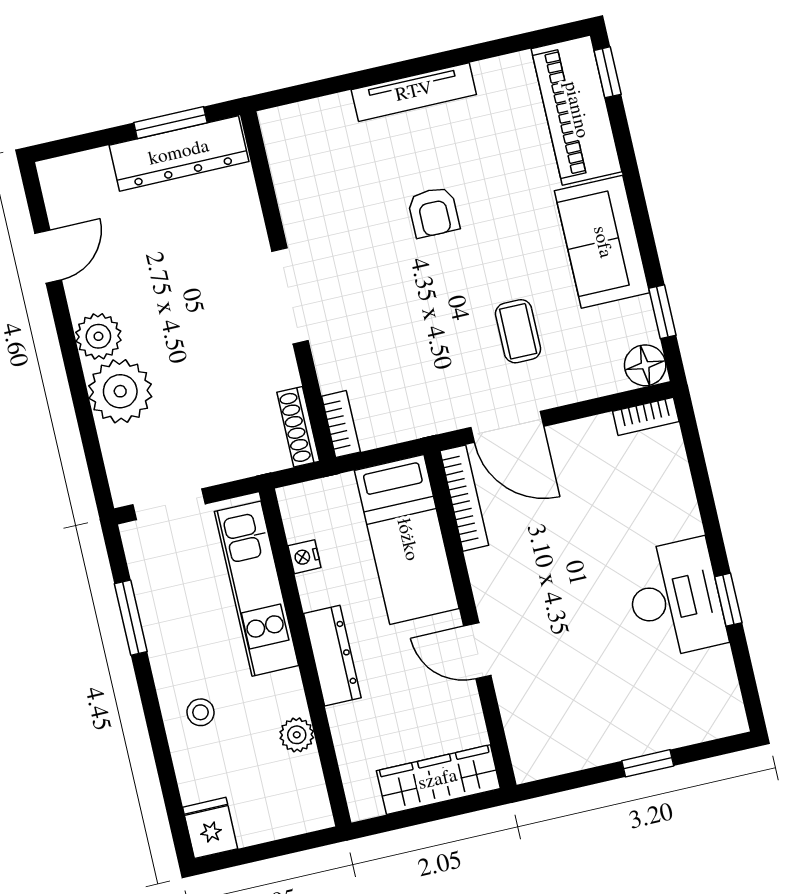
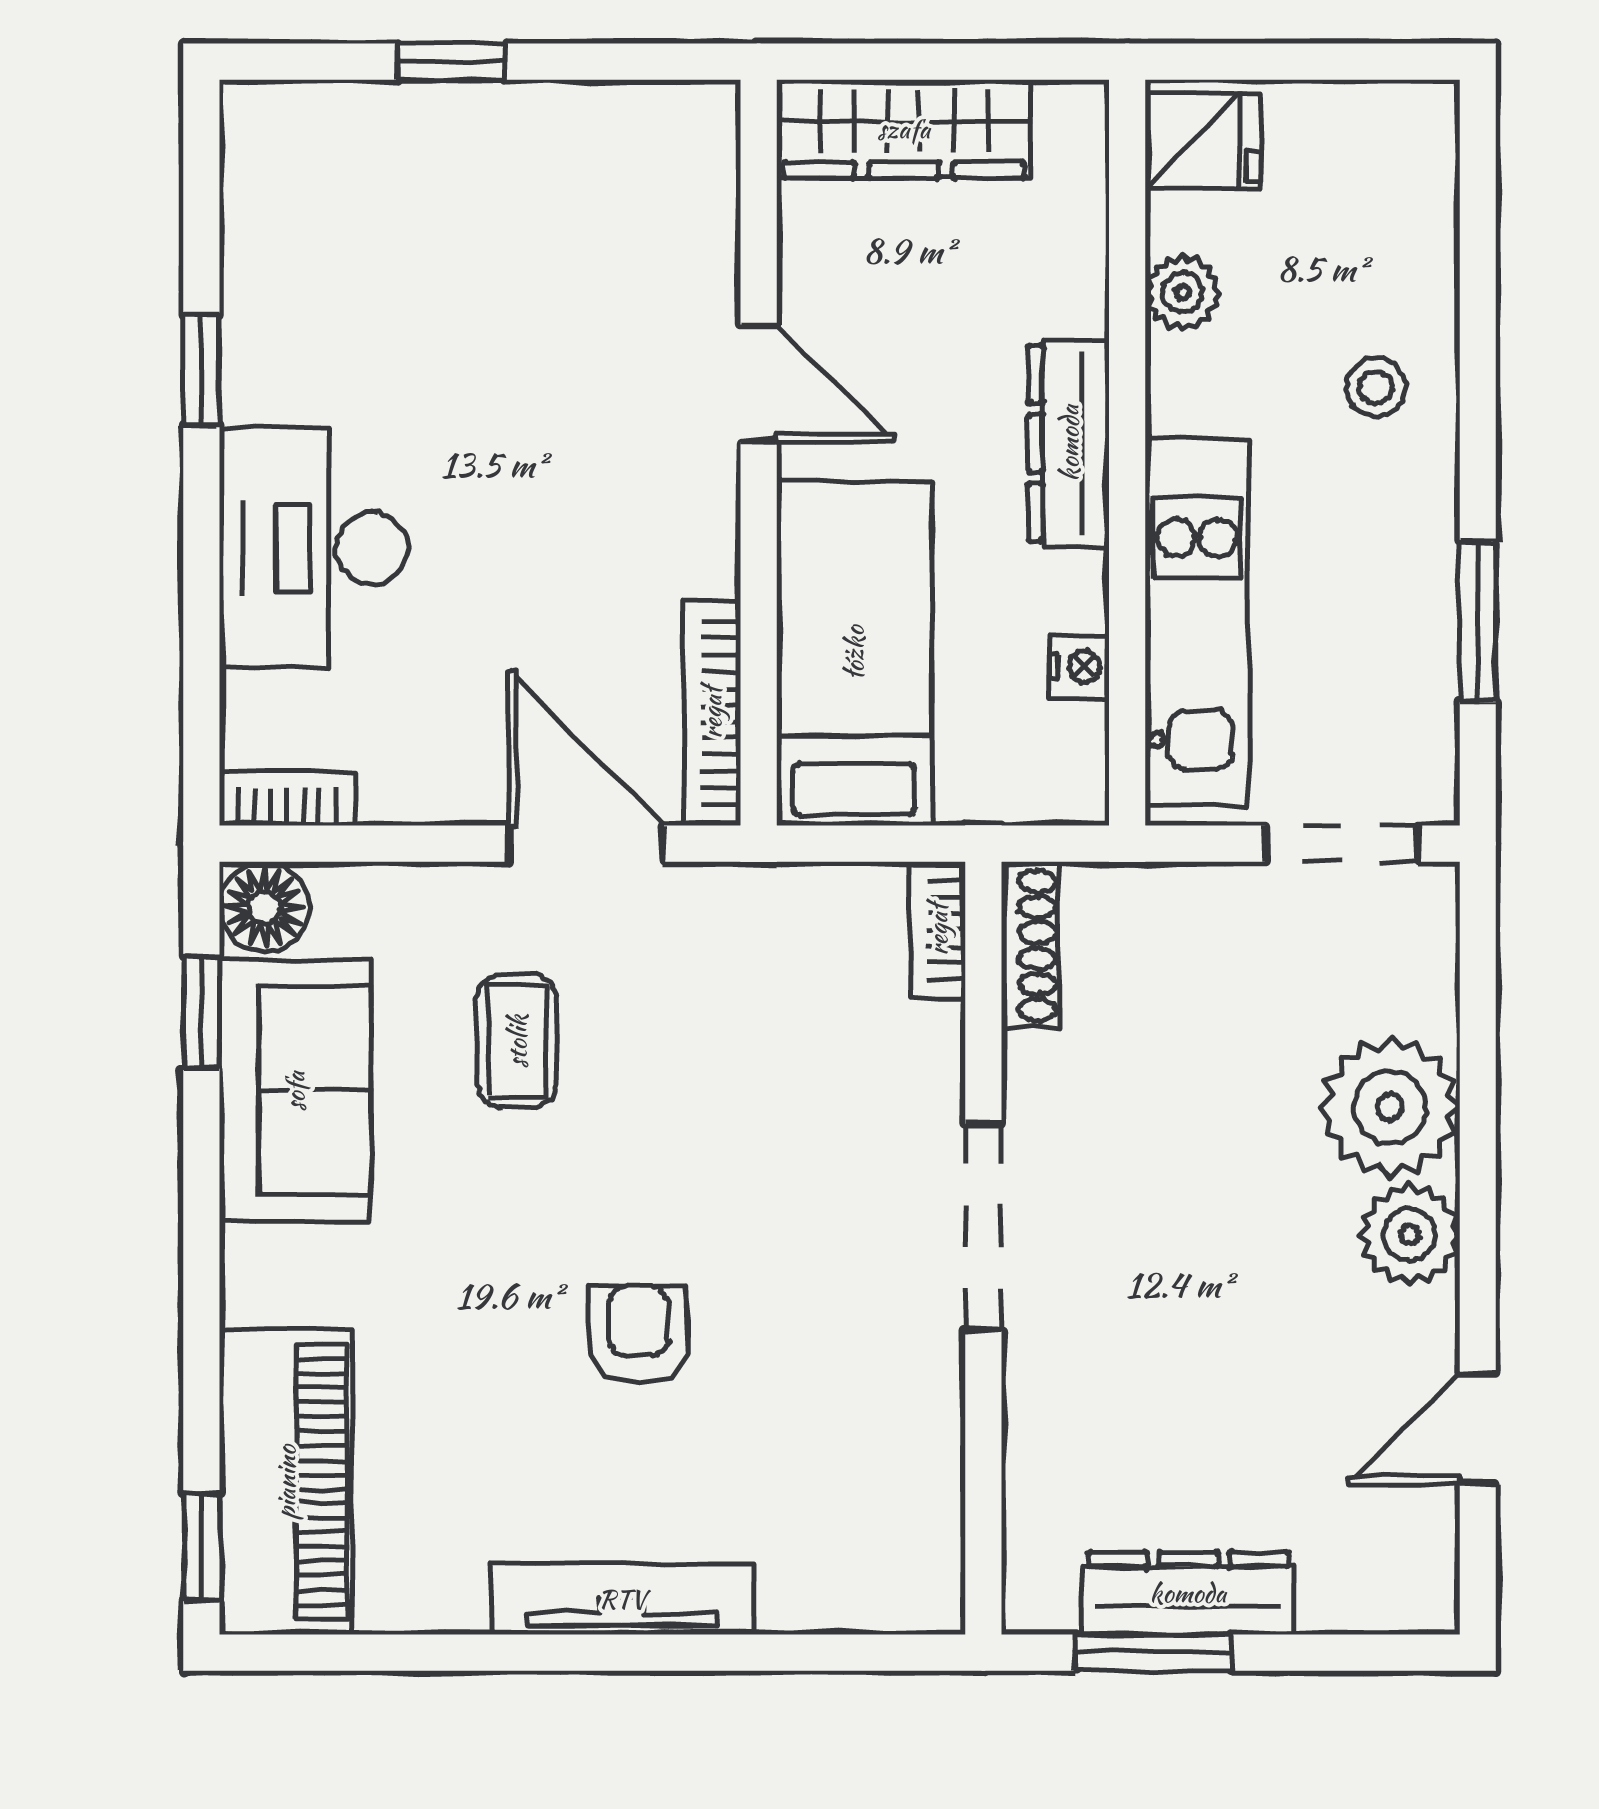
dresser: (179, 153) -> (1188, 1593), width x0.73, depth x0.80
sofa: (602, 242) -> (295, 1091), moved
desk: (675, 598) -> (313, 548), moved
fridge: (210, 828) -> (1203, 141), moved, turned -90

